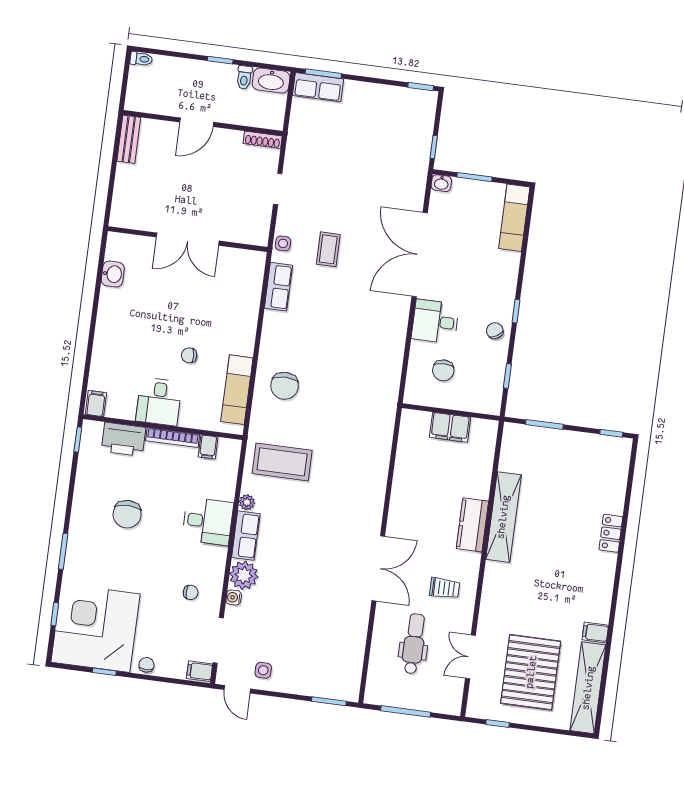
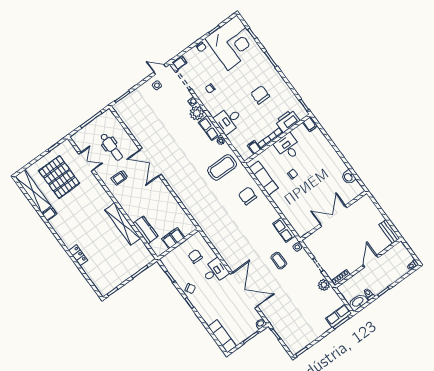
plant: (297, 152) -> (324, 285), added
kitchen counter: (472, 525) -> (145, 230), moved

